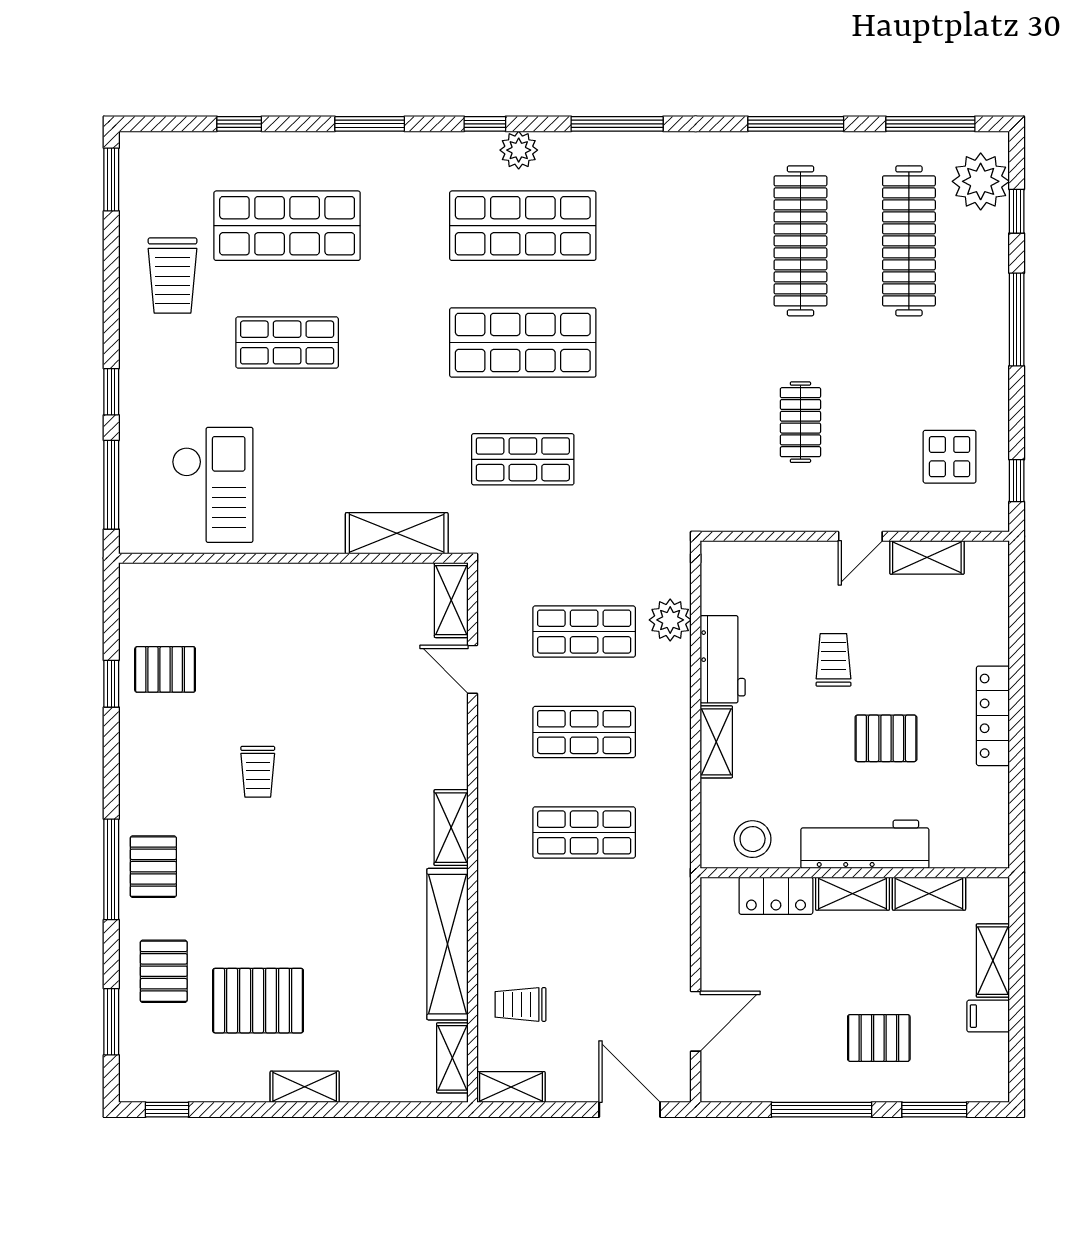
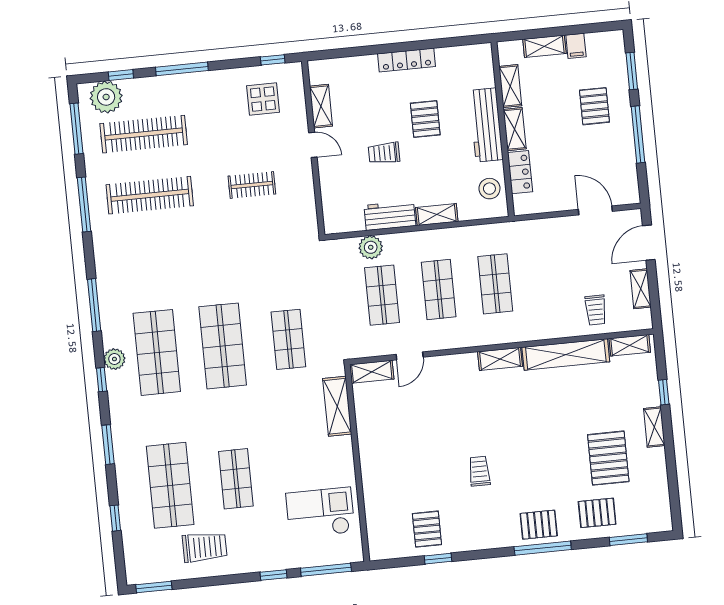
trolley: (258, 772) -> (479, 471), turned -90
shelving: (511, 1087) -> (641, 289), moved
window: (167, 1110) -> (664, 392), moved

